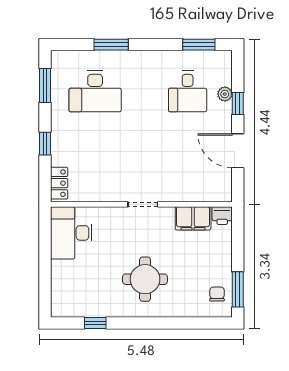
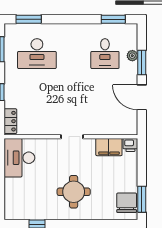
window: (111, 45) -> (29, 19), moved
window: (238, 103) -> (142, 63), width x1.50
chair: (217, 294) -> (127, 203), width x1.87, depth x1.87

